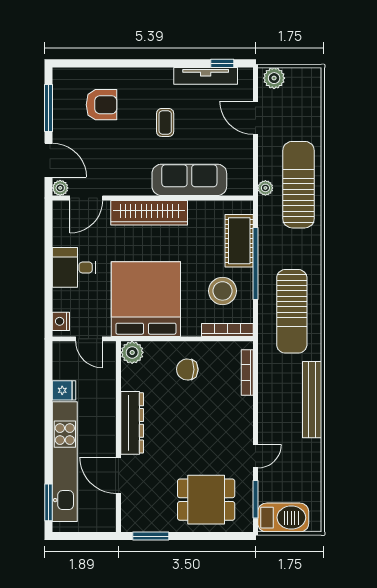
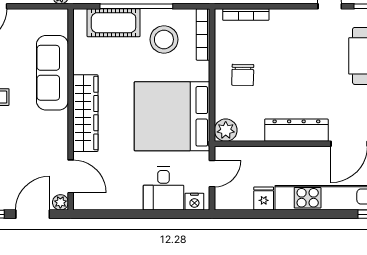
desk: (74, 267) -> (163, 189), moved

